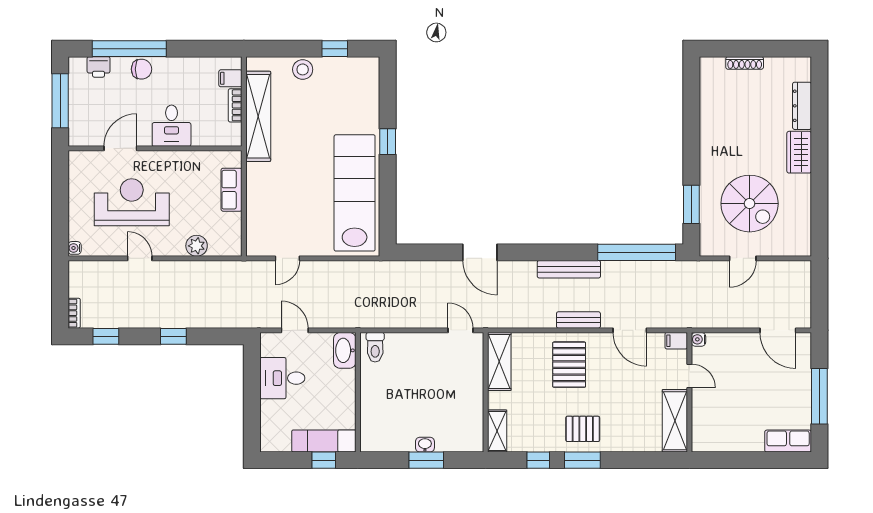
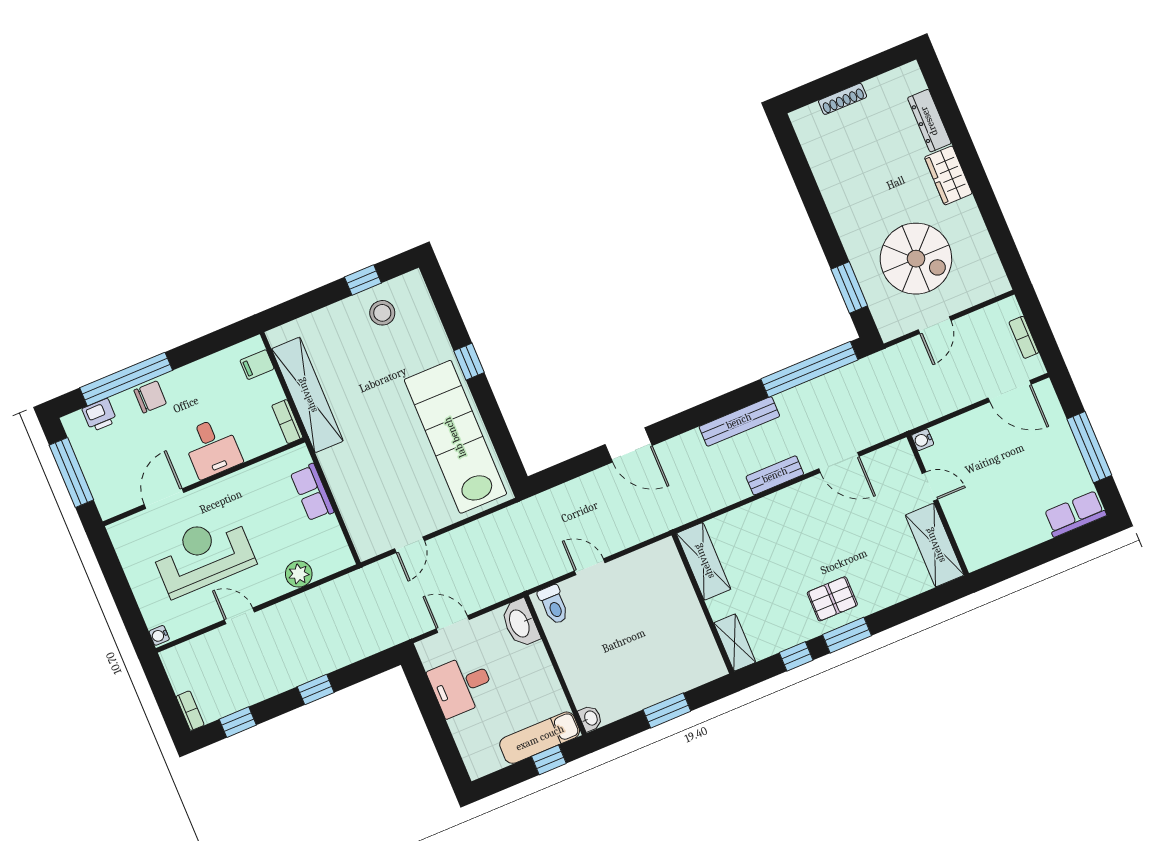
stool: (303, 69) -> (382, 313), moved
bookcase: (235, 105) -> (287, 422), moved
bookcase: (805, 295) -> (1024, 337), added
door: (461, 330) -> (590, 567), moved
filing cabinet: (676, 341) -> (898, 452), removed
pallet: (569, 365) -> (786, 531), removed
washbasin: (425, 445) -> (590, 718), moved, turned 90

